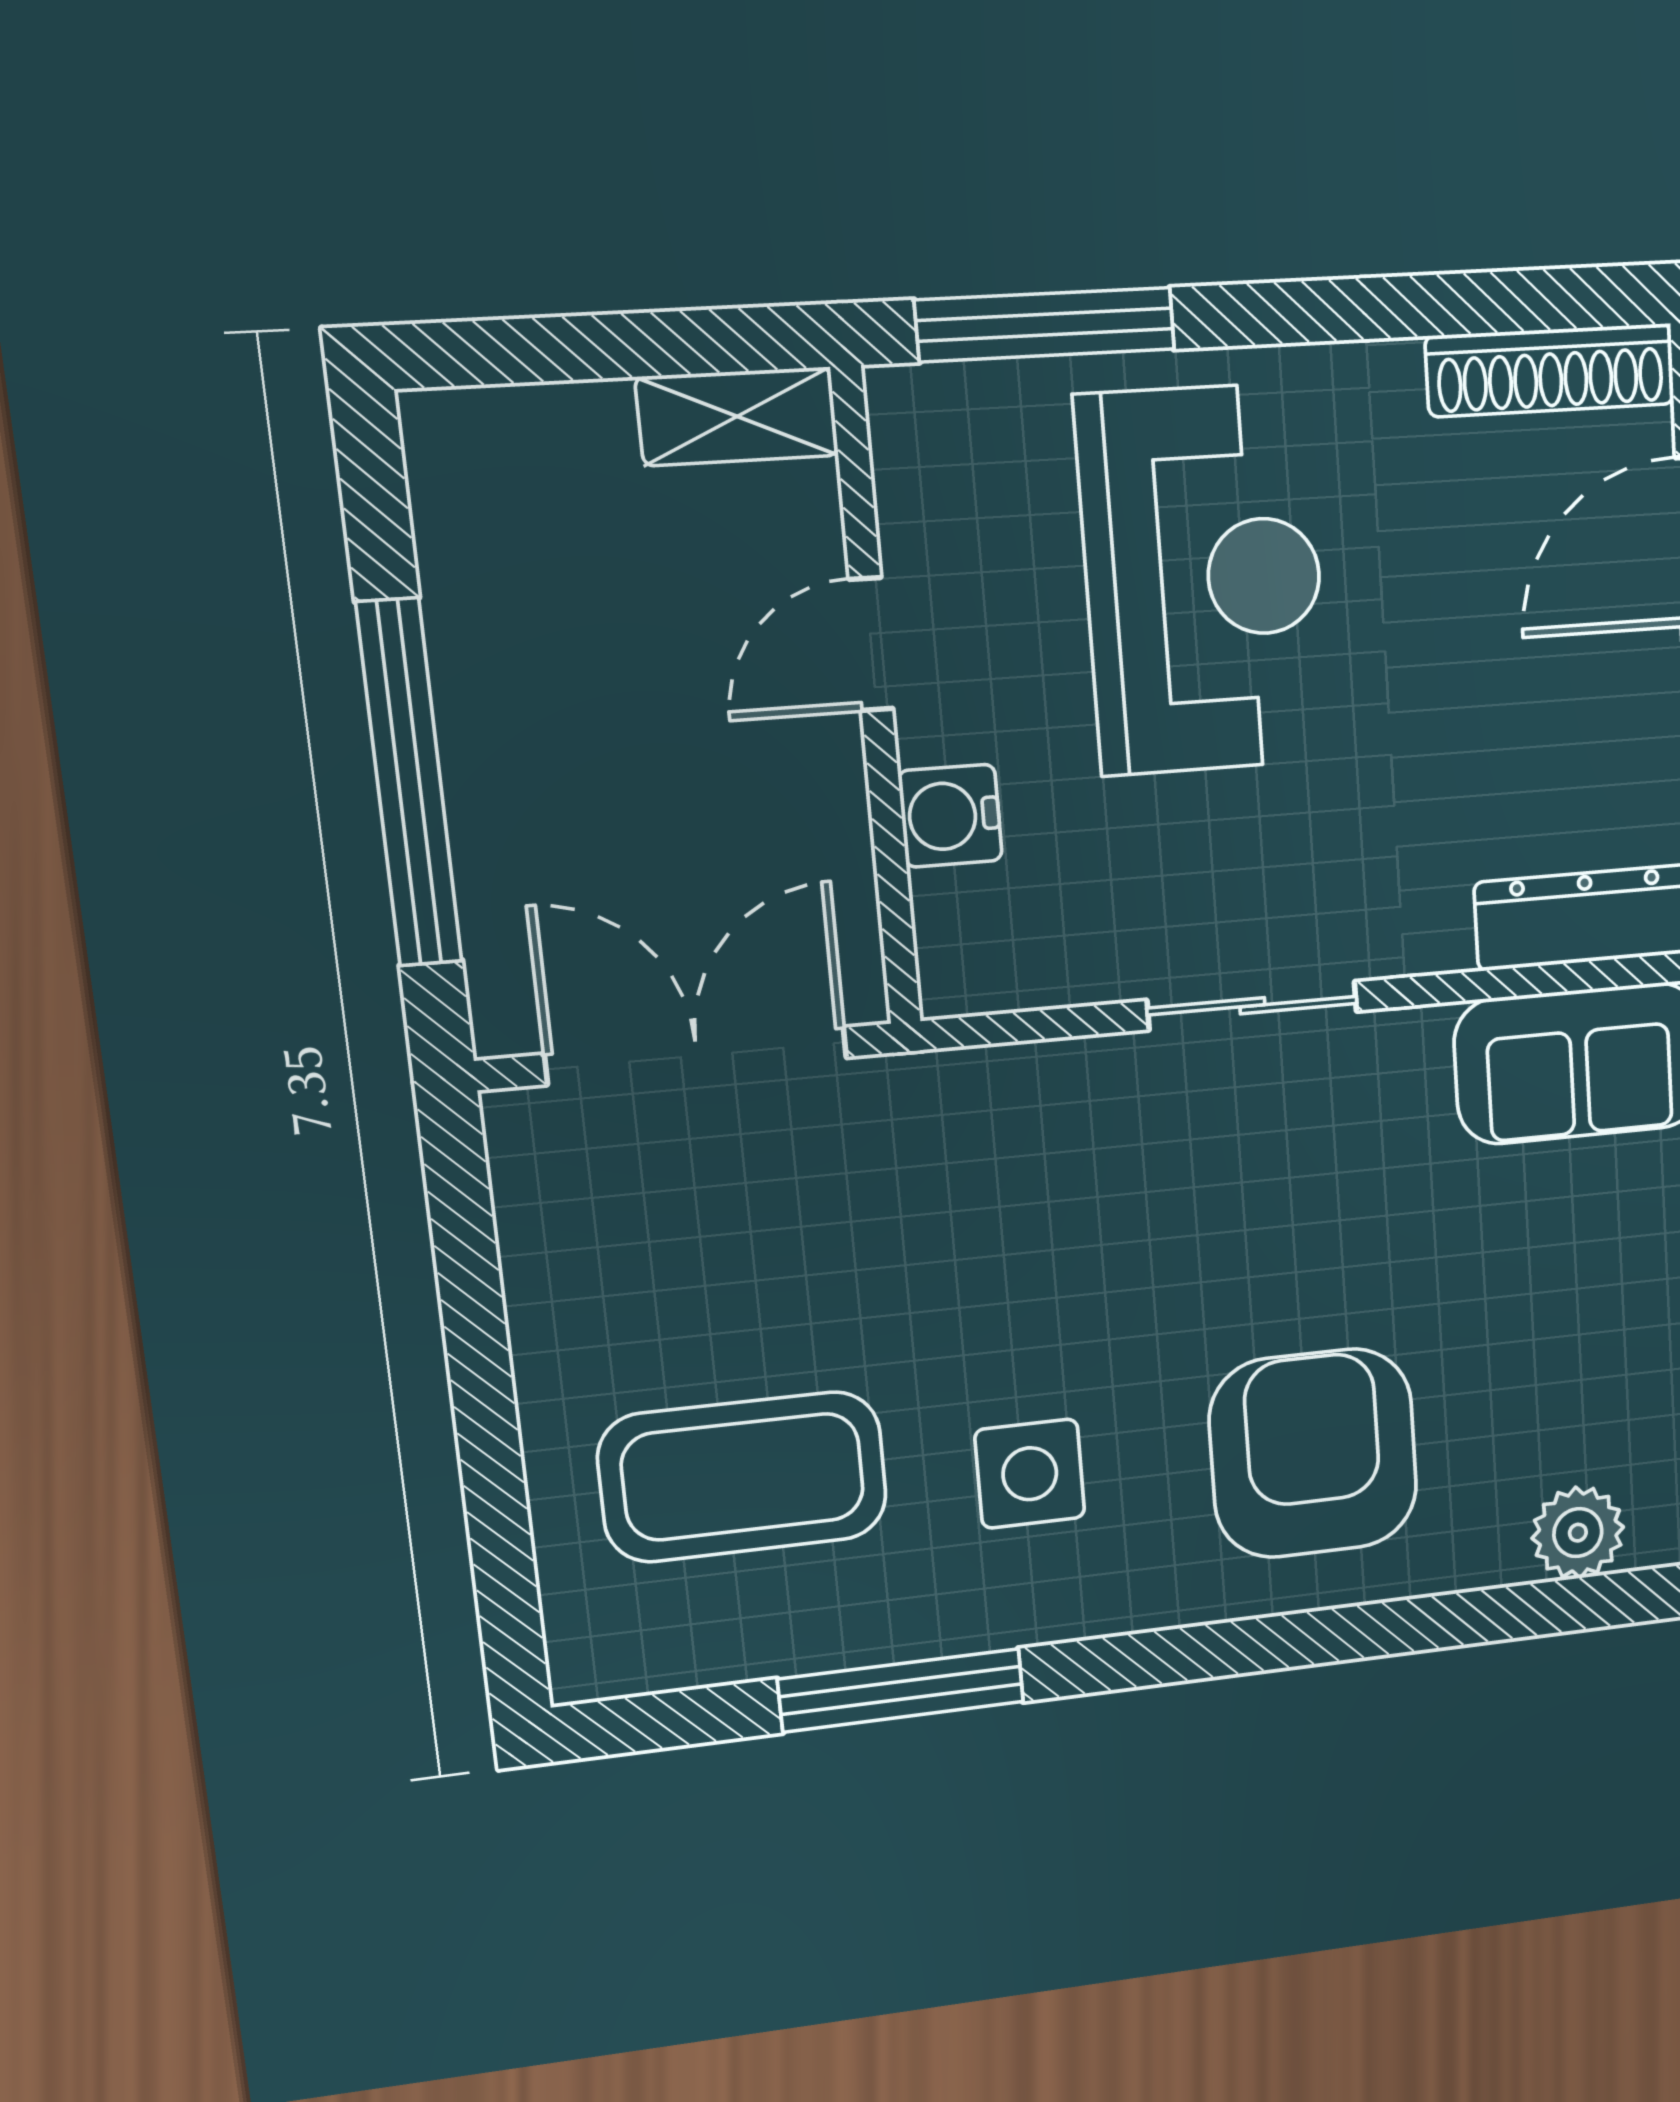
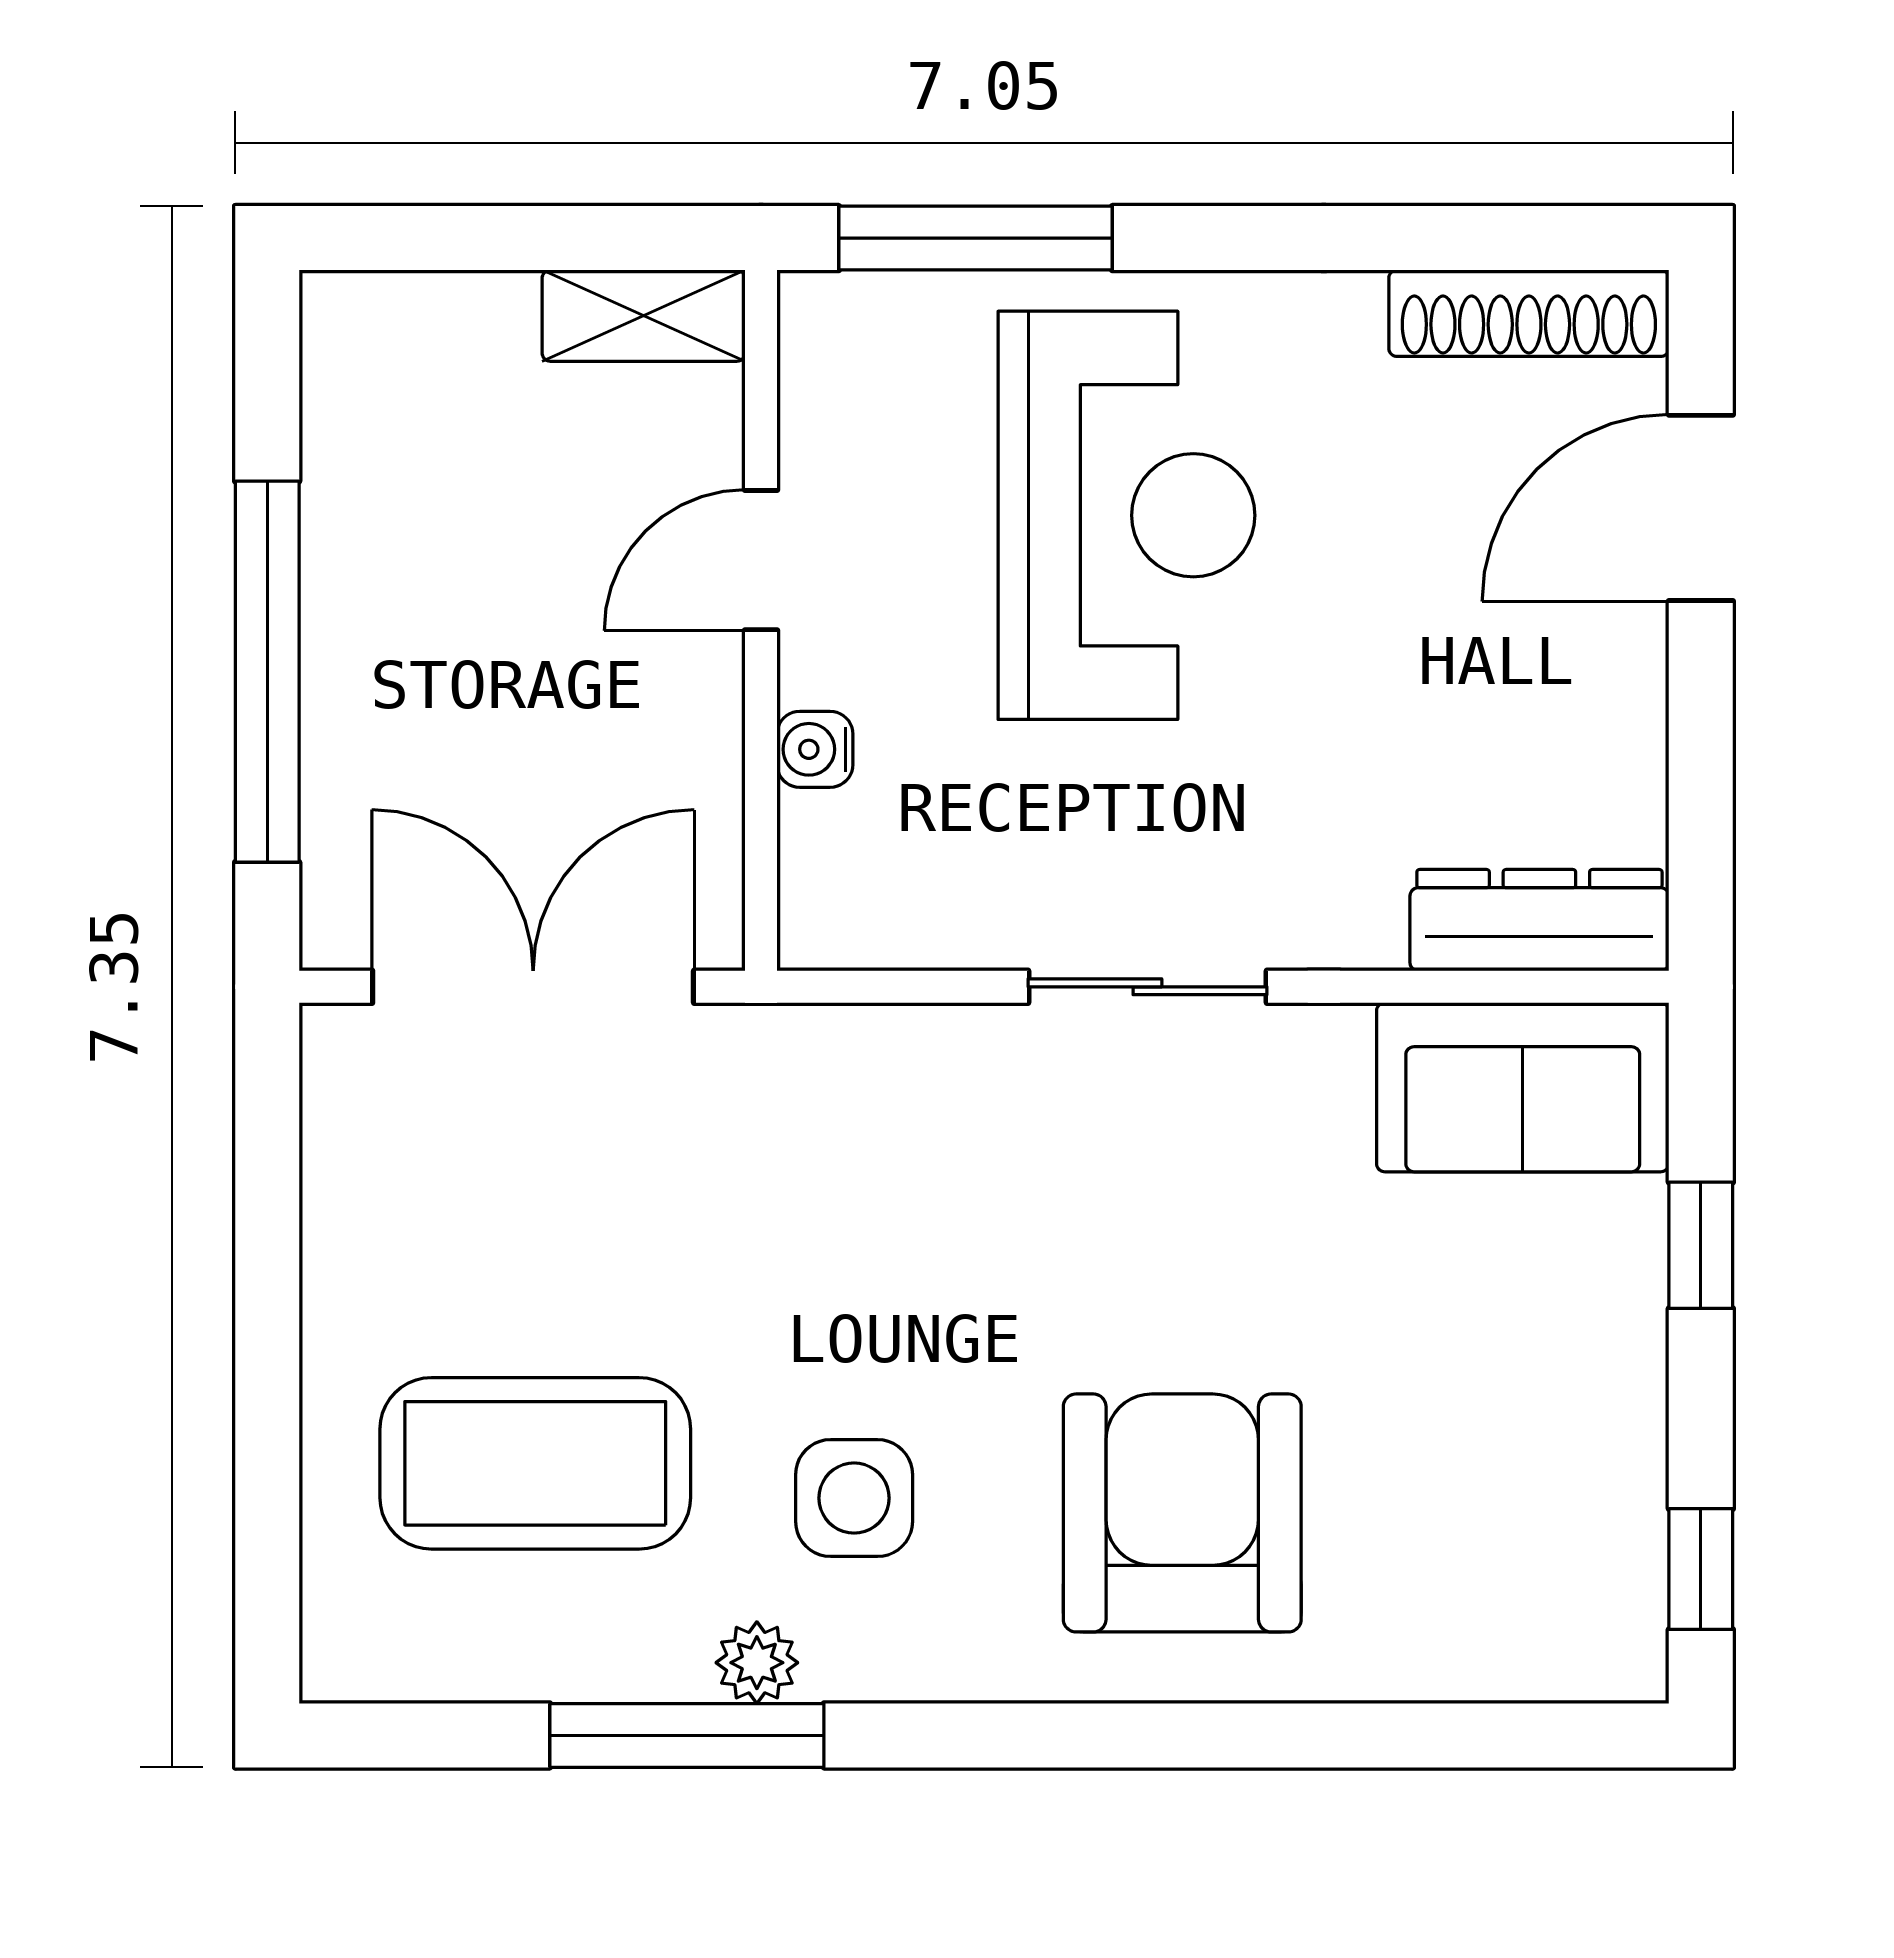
water cooler: (950, 816) -> (815, 749), width x0.72, depth x0.72
plant: (1578, 1533) -> (757, 1663), moved, width x0.73, depth x0.73

